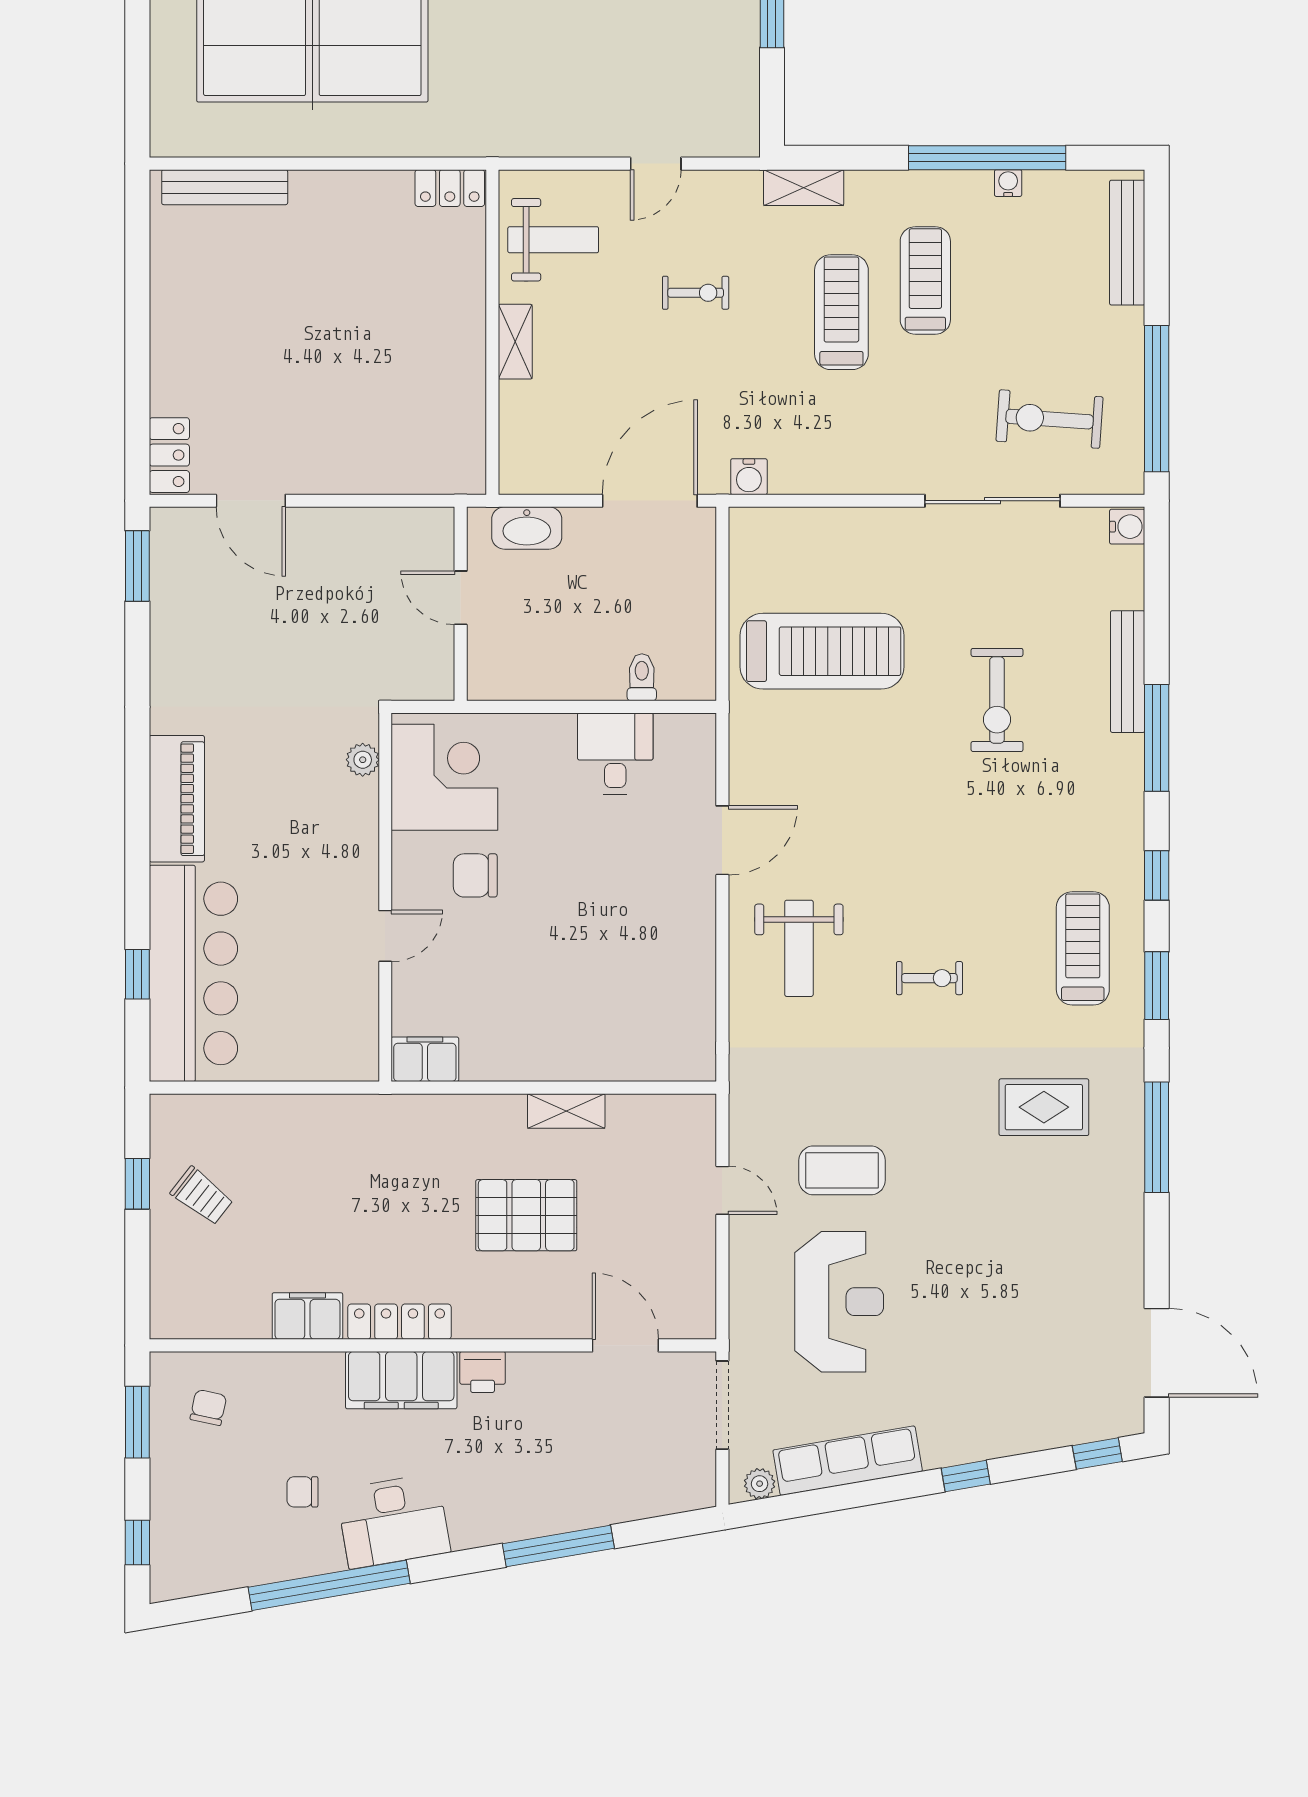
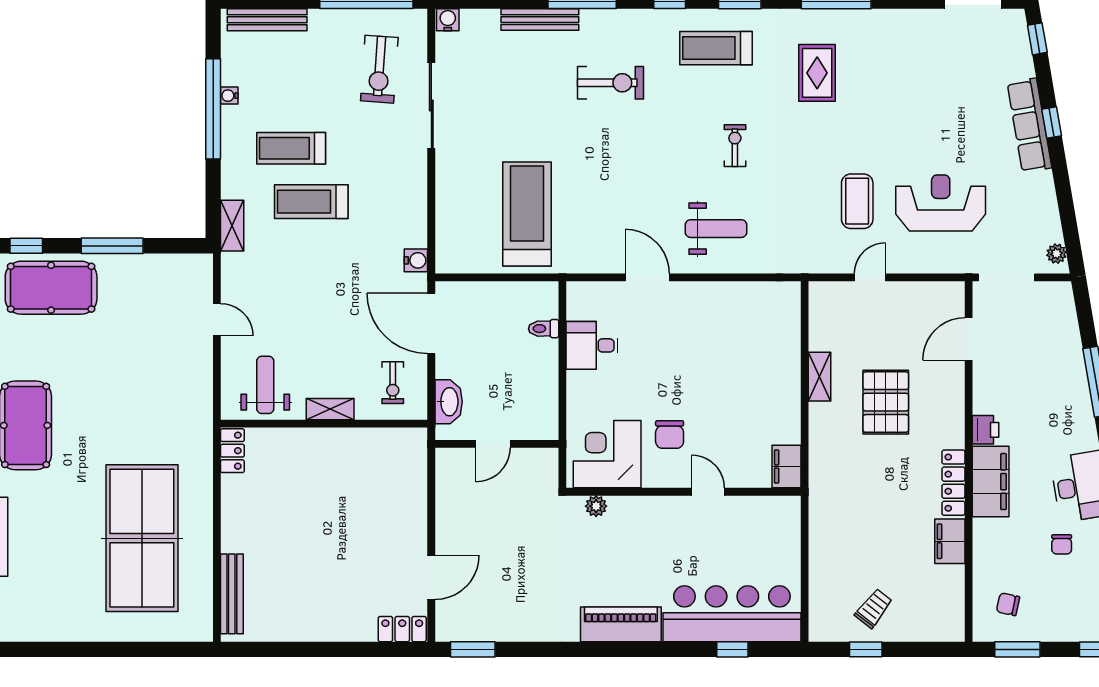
exercise bike: (696, 293) -> (393, 383), moved, turned 180
exercise bike: (997, 700) -> (610, 83), moved
row of seats: (848, 1461) -> (1029, 125), moved

